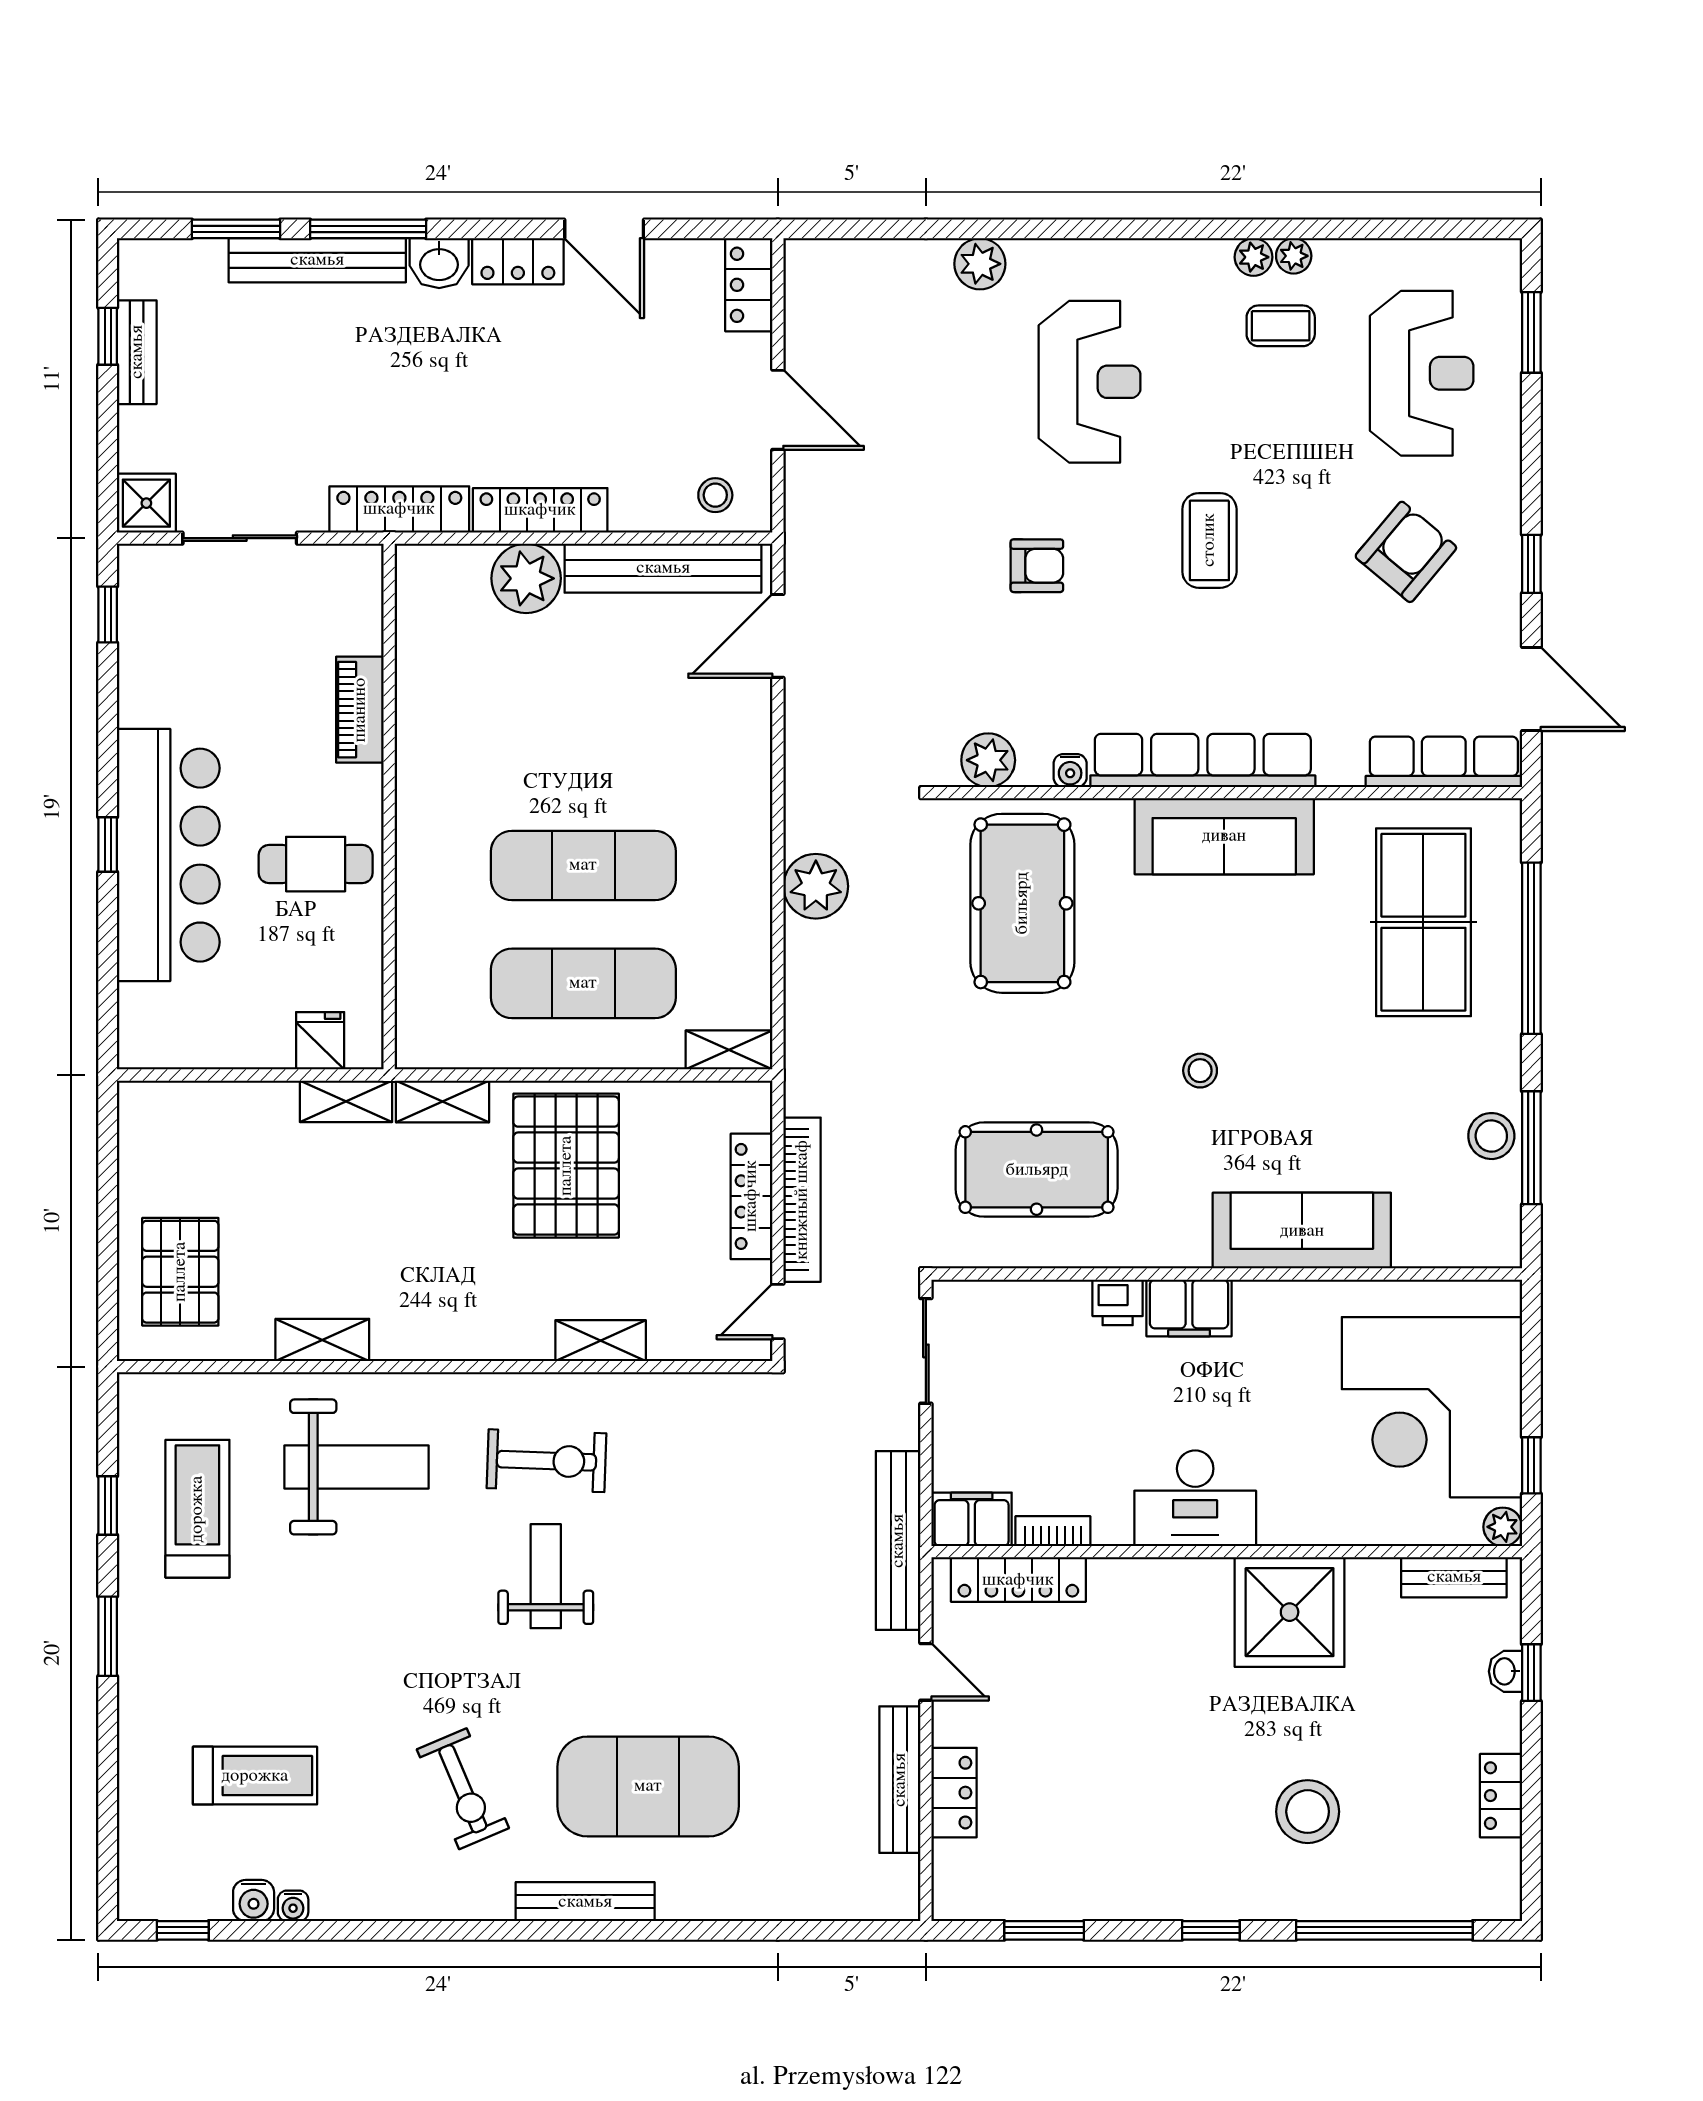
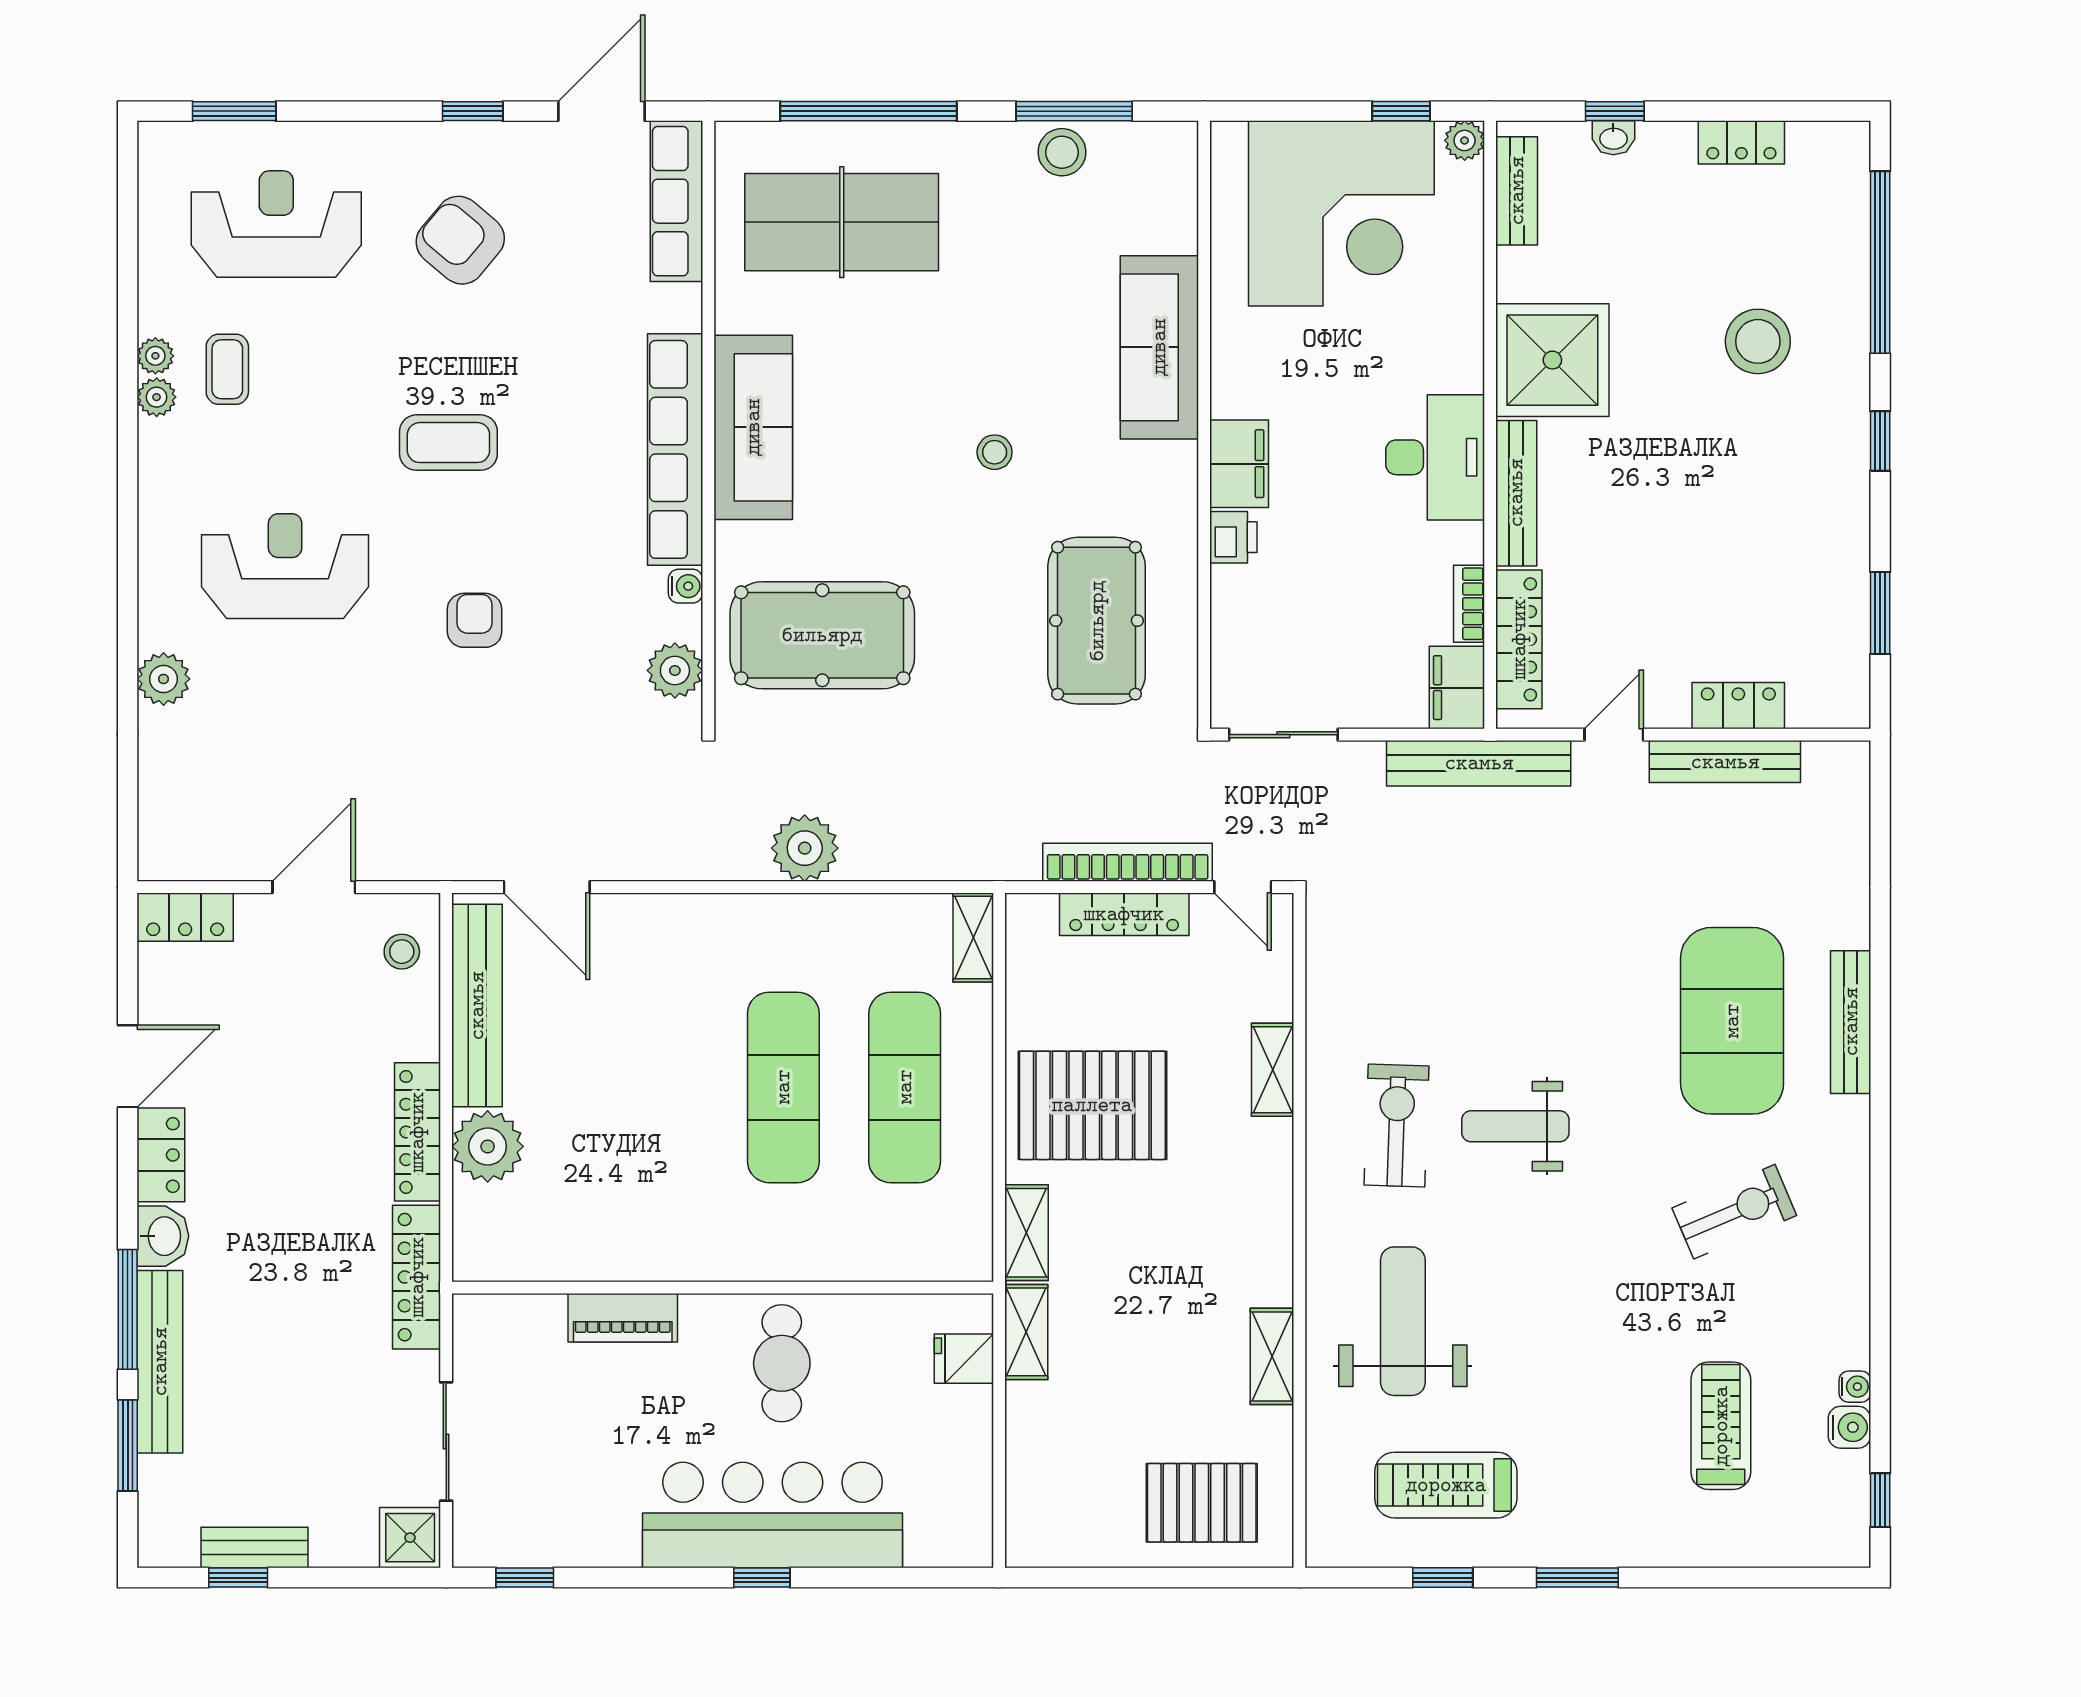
bench: (1160, 1577) -> (1516, 493), added
bench: (585, 1902) -> (1851, 1022), moved

